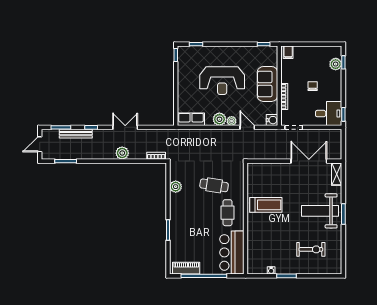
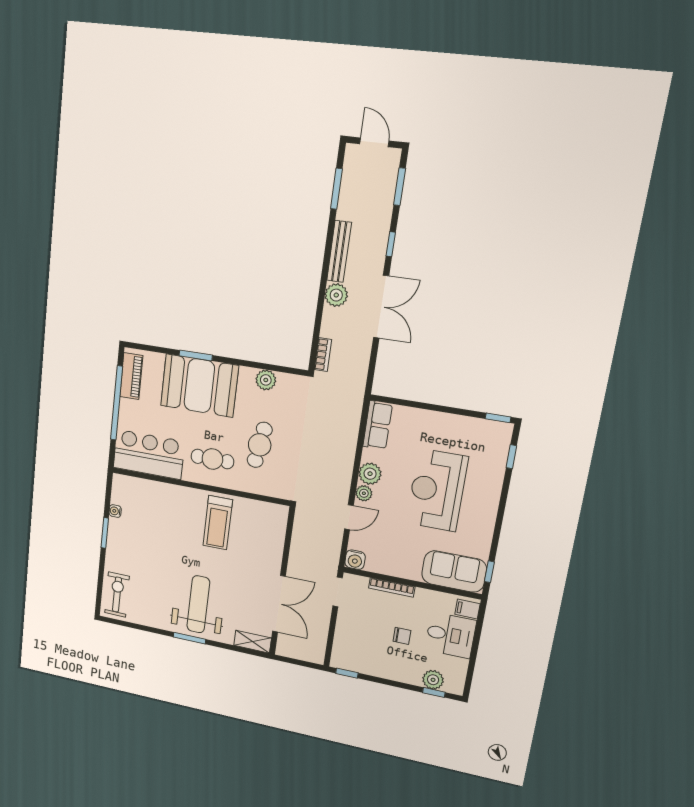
sofa: (267, 84) -> (454, 571), moved
desk: (329, 114) -> (451, 635), moved, turned -90
double door: (125, 127) -> (381, 307), width x1.37
bench: (76, 134) -> (339, 251), moved
booth: (185, 226) -> (199, 386), added
exercise bike: (311, 249) -> (117, 595), moved, turned 180

